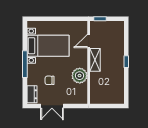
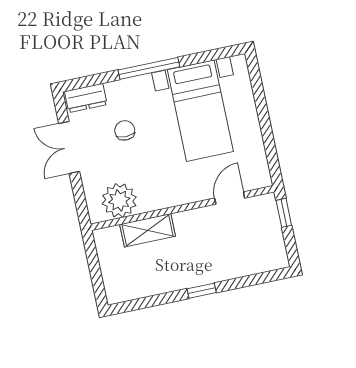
door: (89, 41) -> (230, 198), hinge flipped
shelving: (95, 60) -> (148, 230), moved
plant: (80, 76) -> (119, 200), moved

